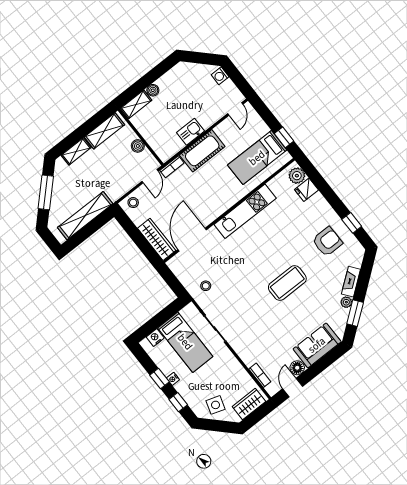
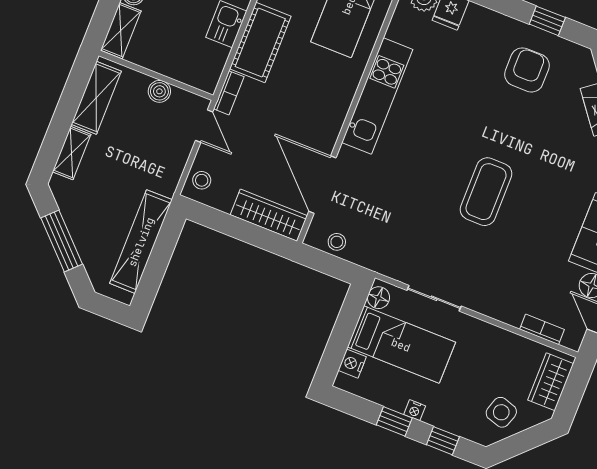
coffee table: (287, 283) -> (486, 192), moved
stool: (206, 286) -> (337, 242), moved
floor lamp: (187, 312) -> (379, 298), added

